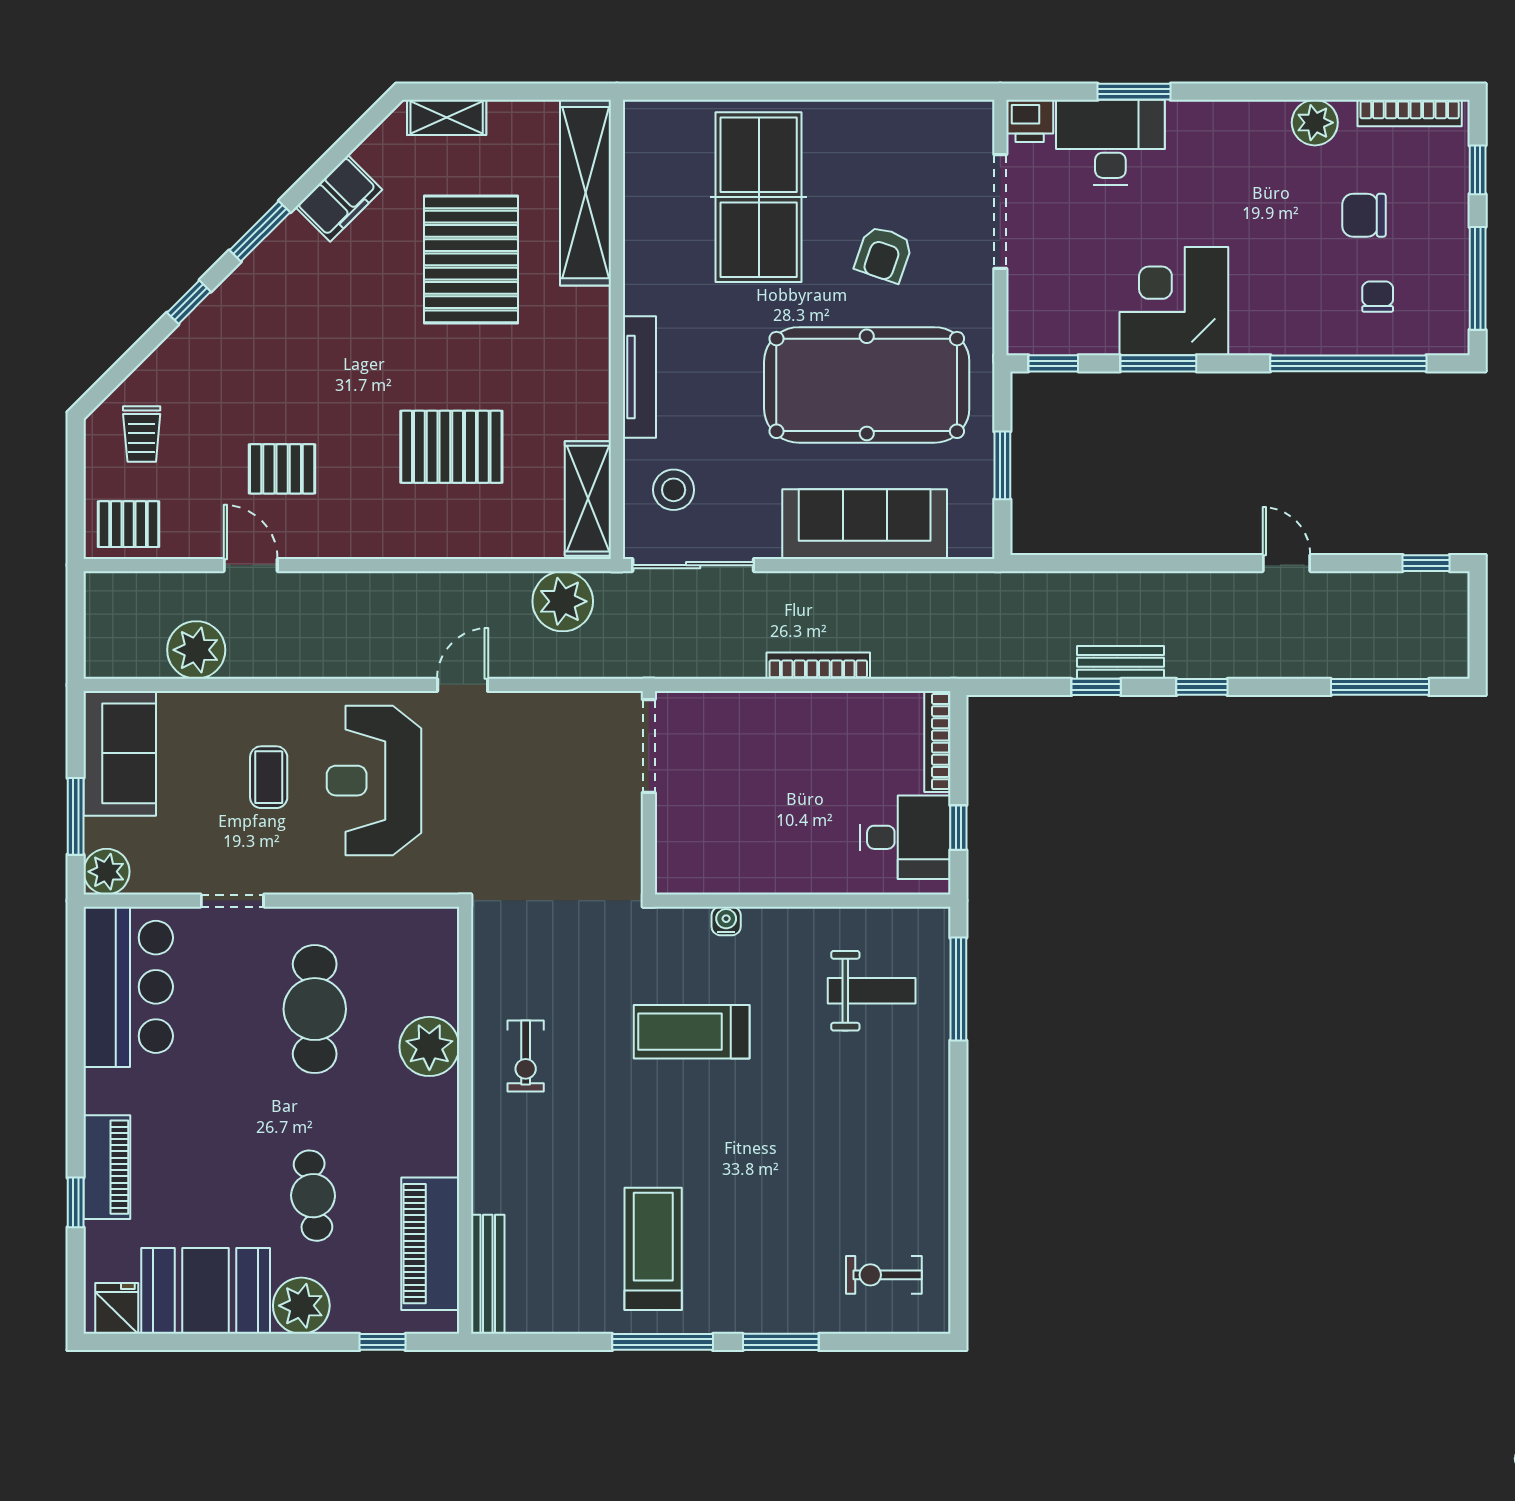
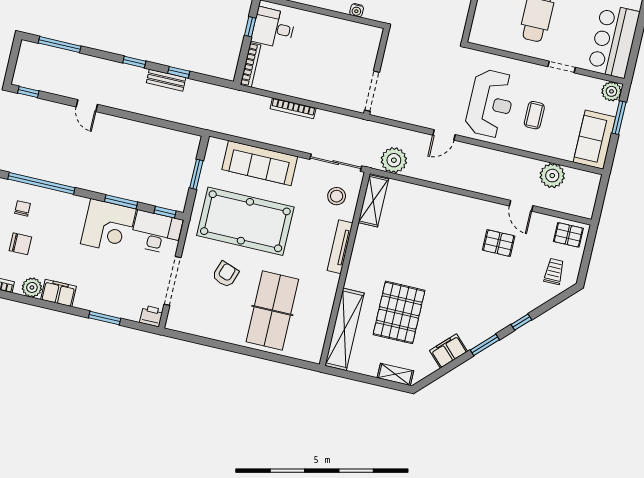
filing cabinet: (1252, 124) -> (58, 293), added
desk: (1110, 142) -> (156, 232), moved, turned 180
chair: (1378, 297) -> (23, 208), turned 180
pallet: (451, 447) -> (426, 236), removed

